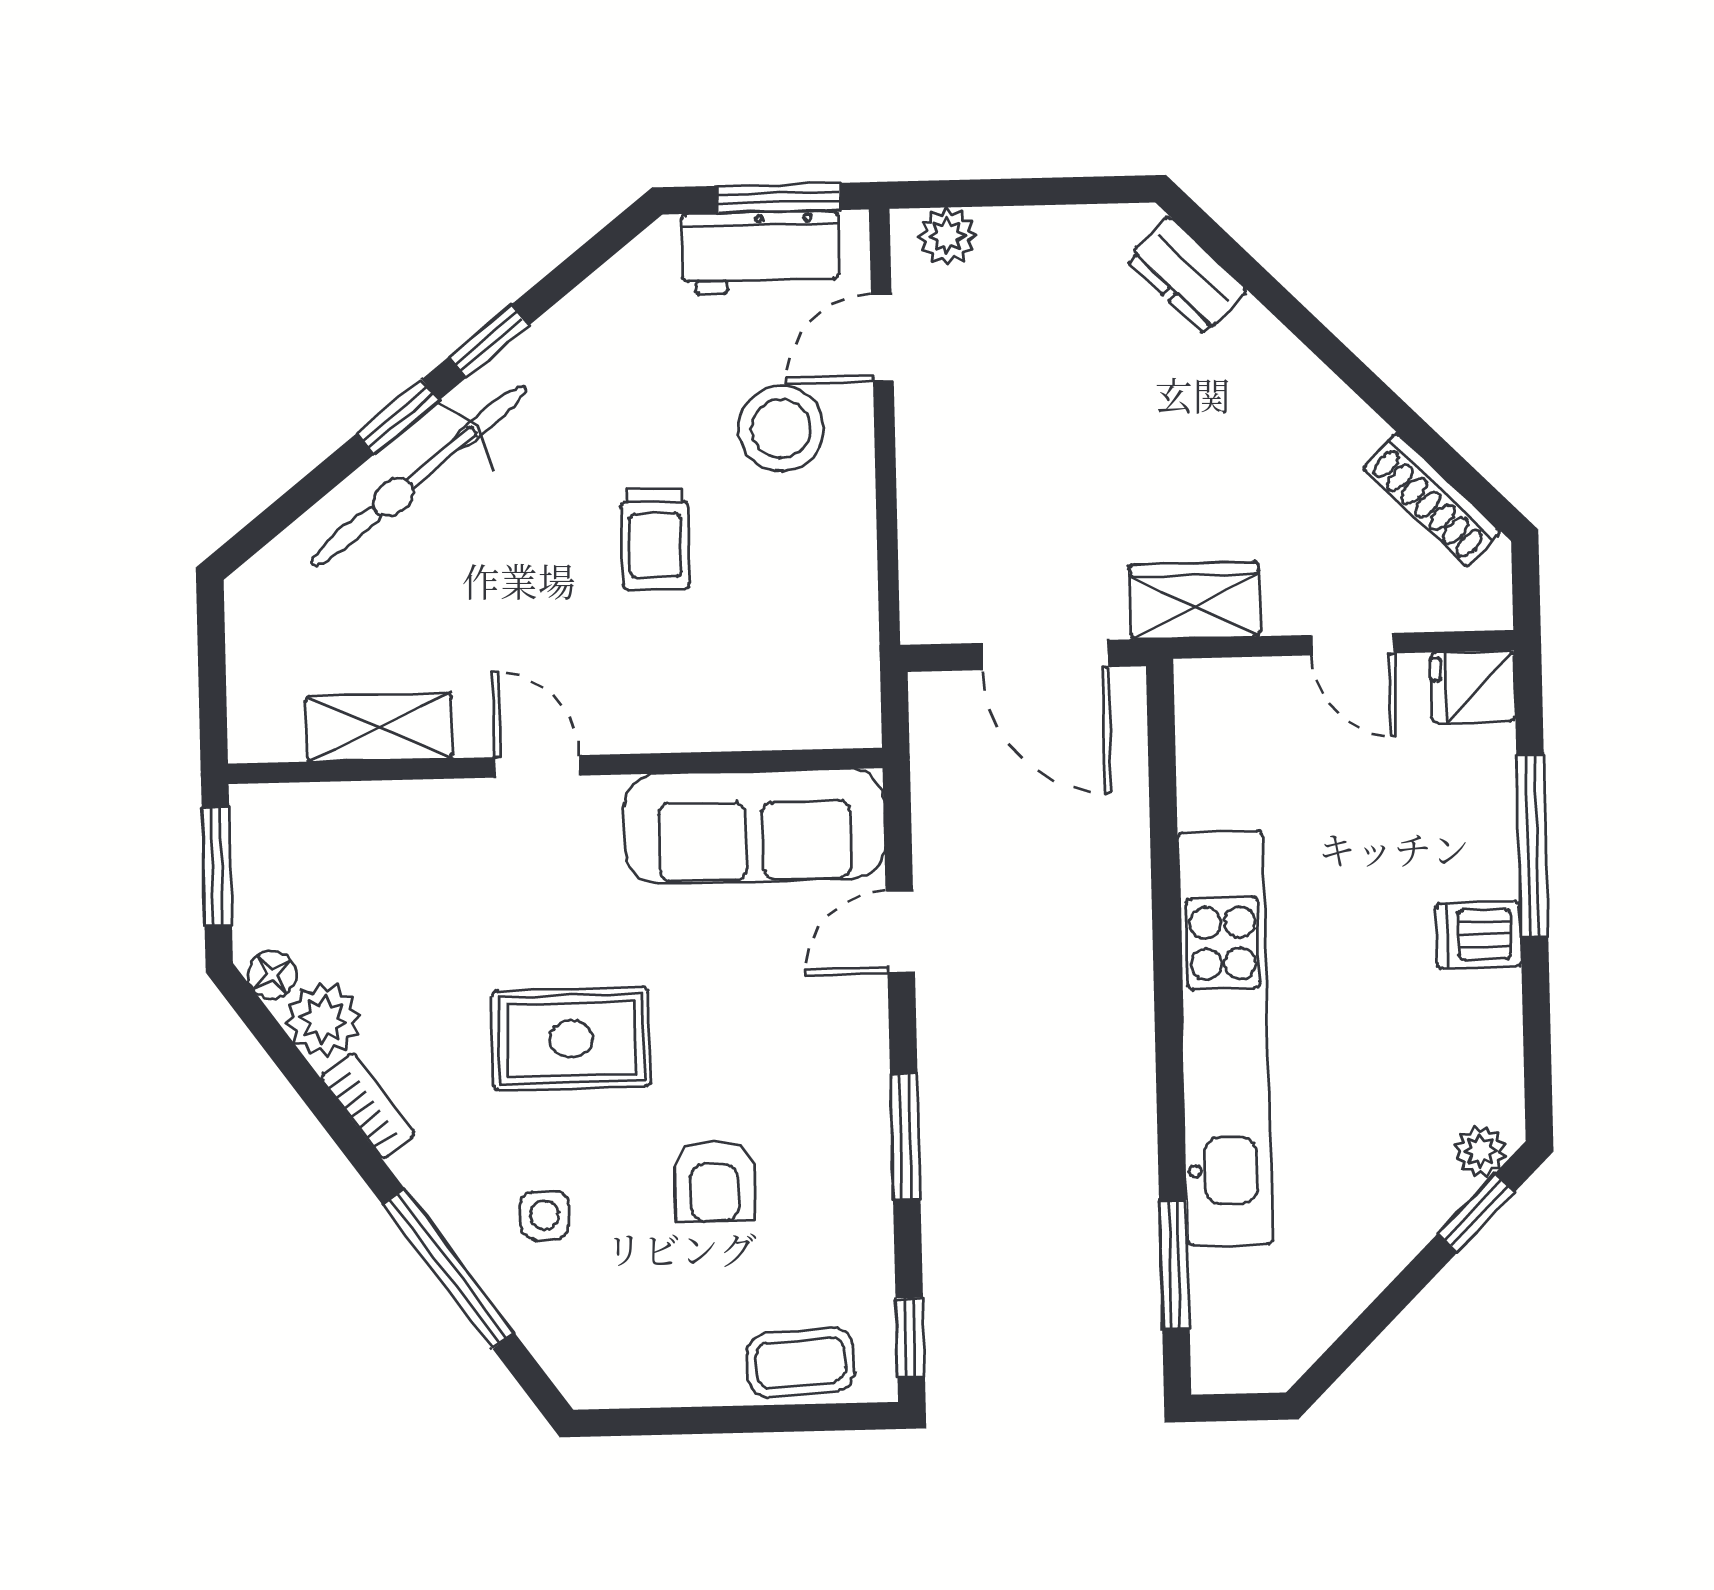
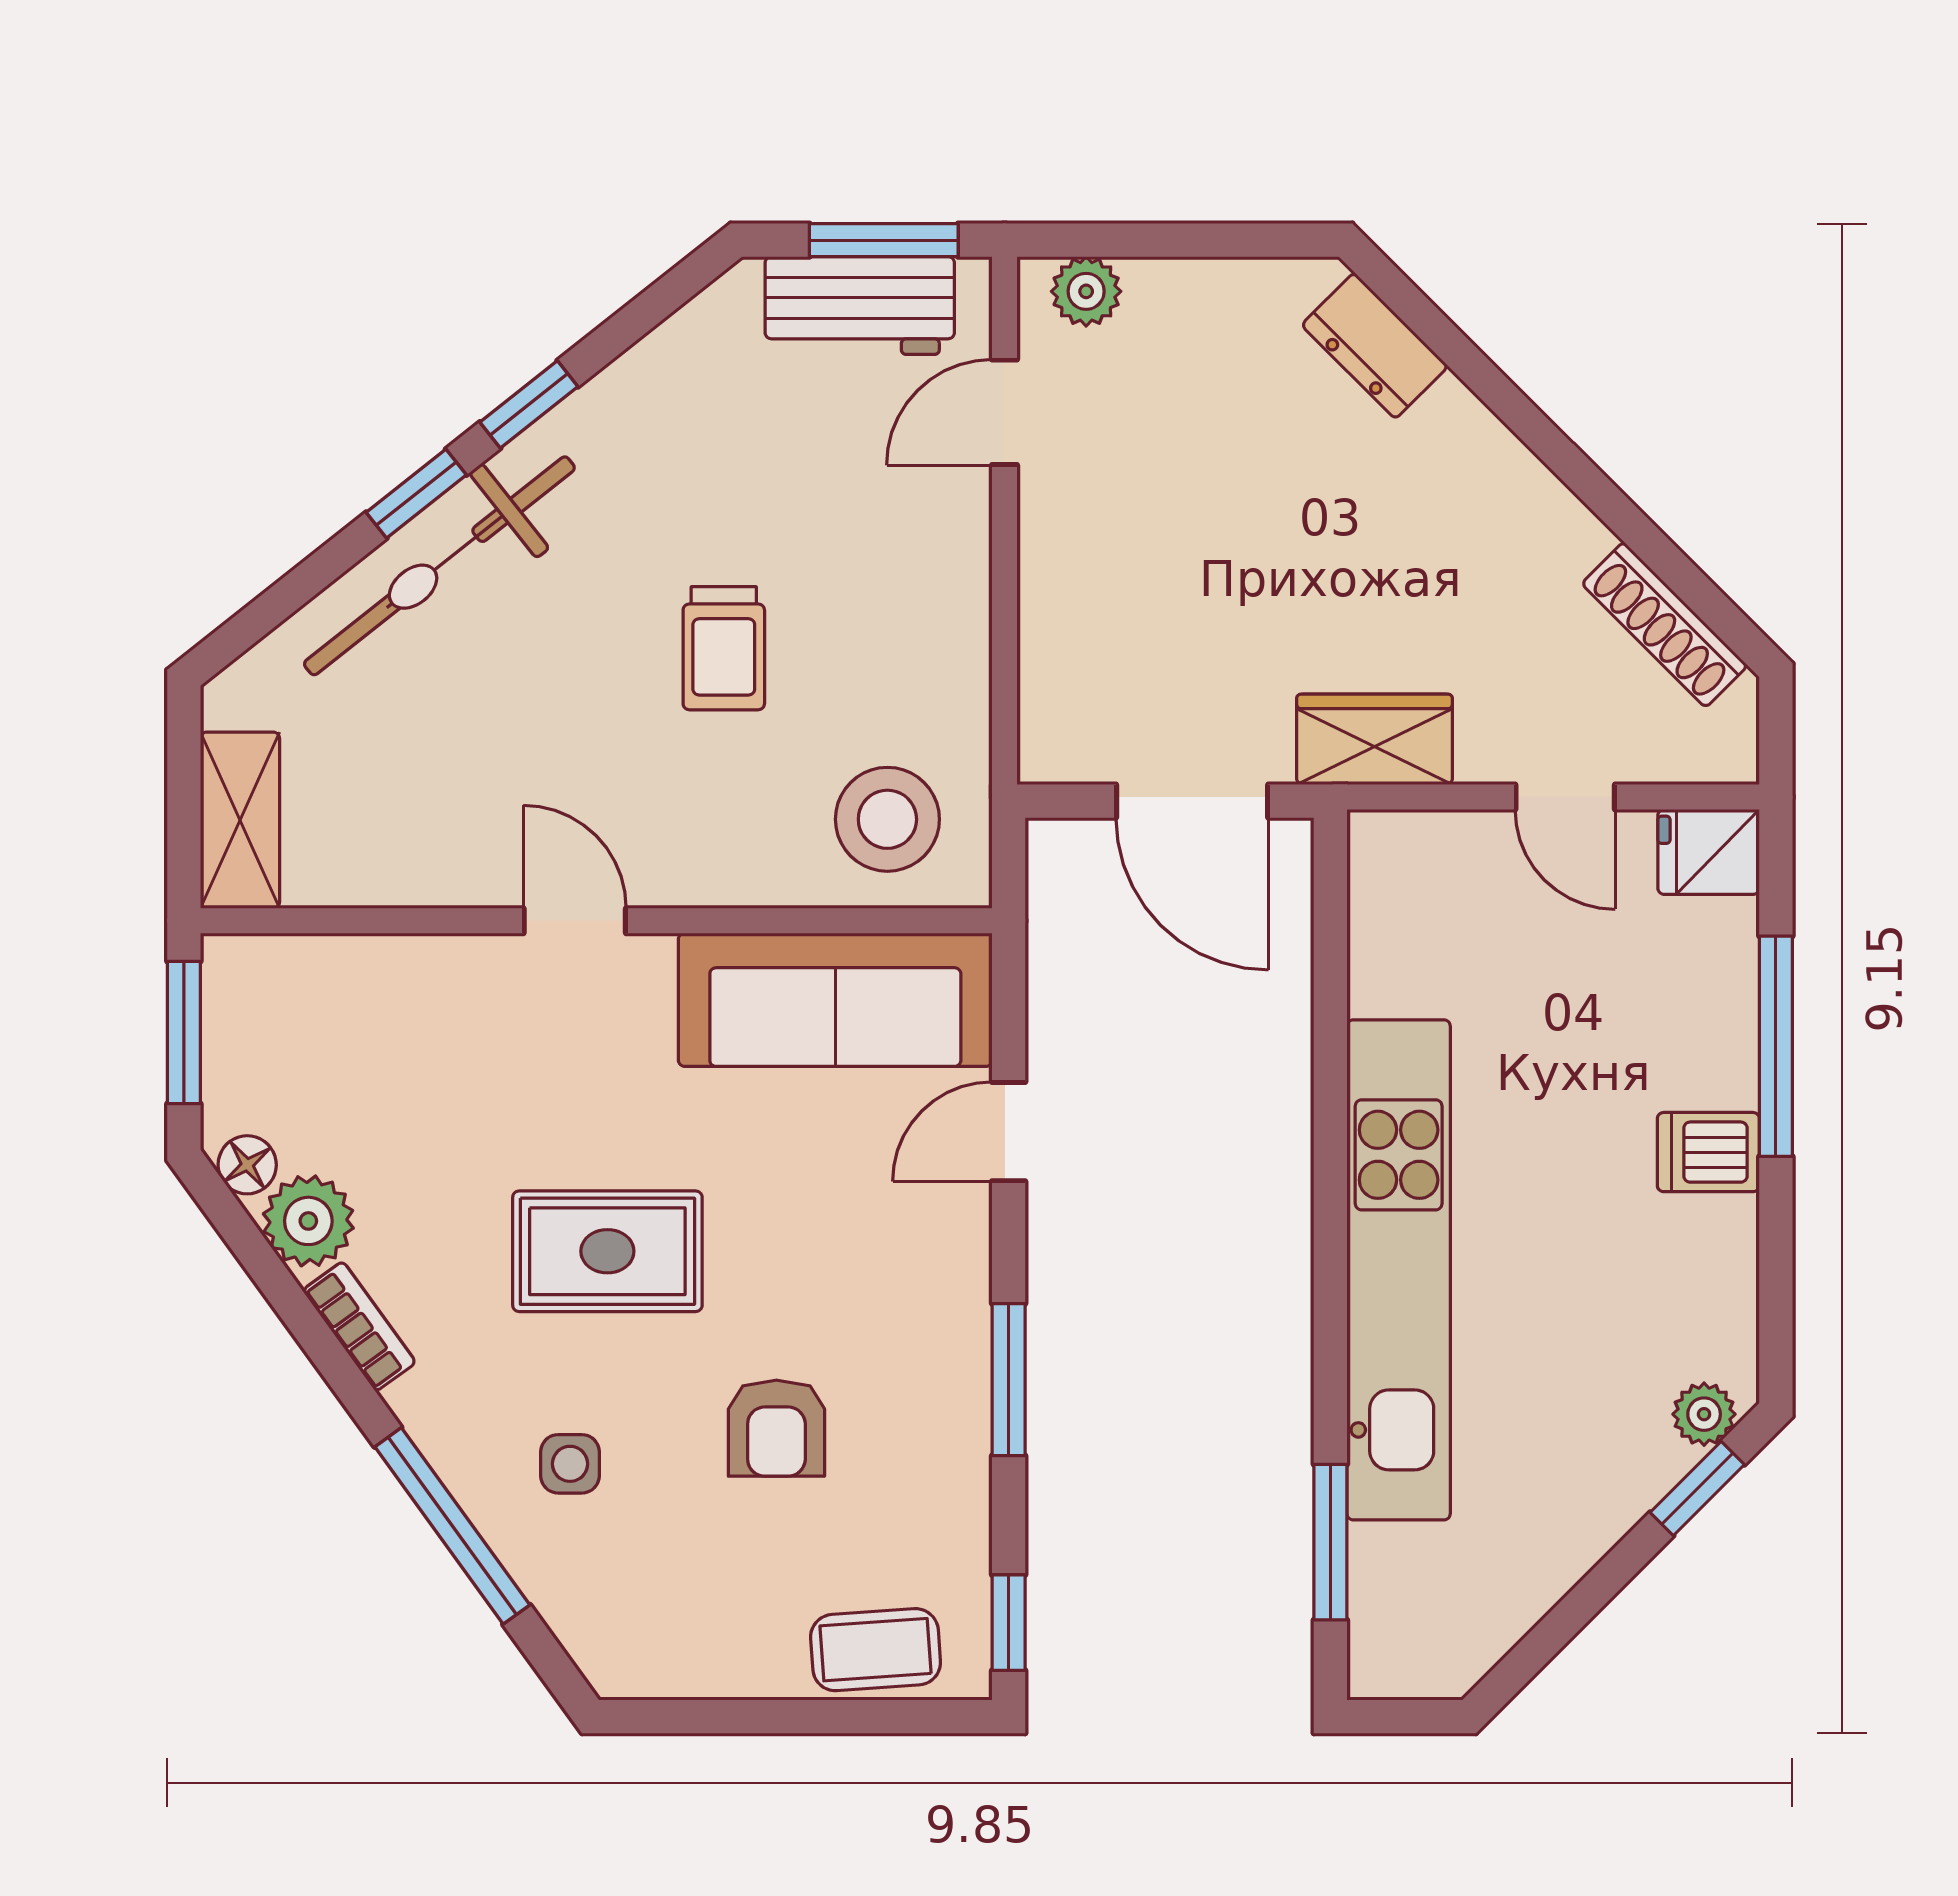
stool: (781, 429) -> (887, 819), moved
shelving: (379, 727) -> (240, 820), moved, turned 90

